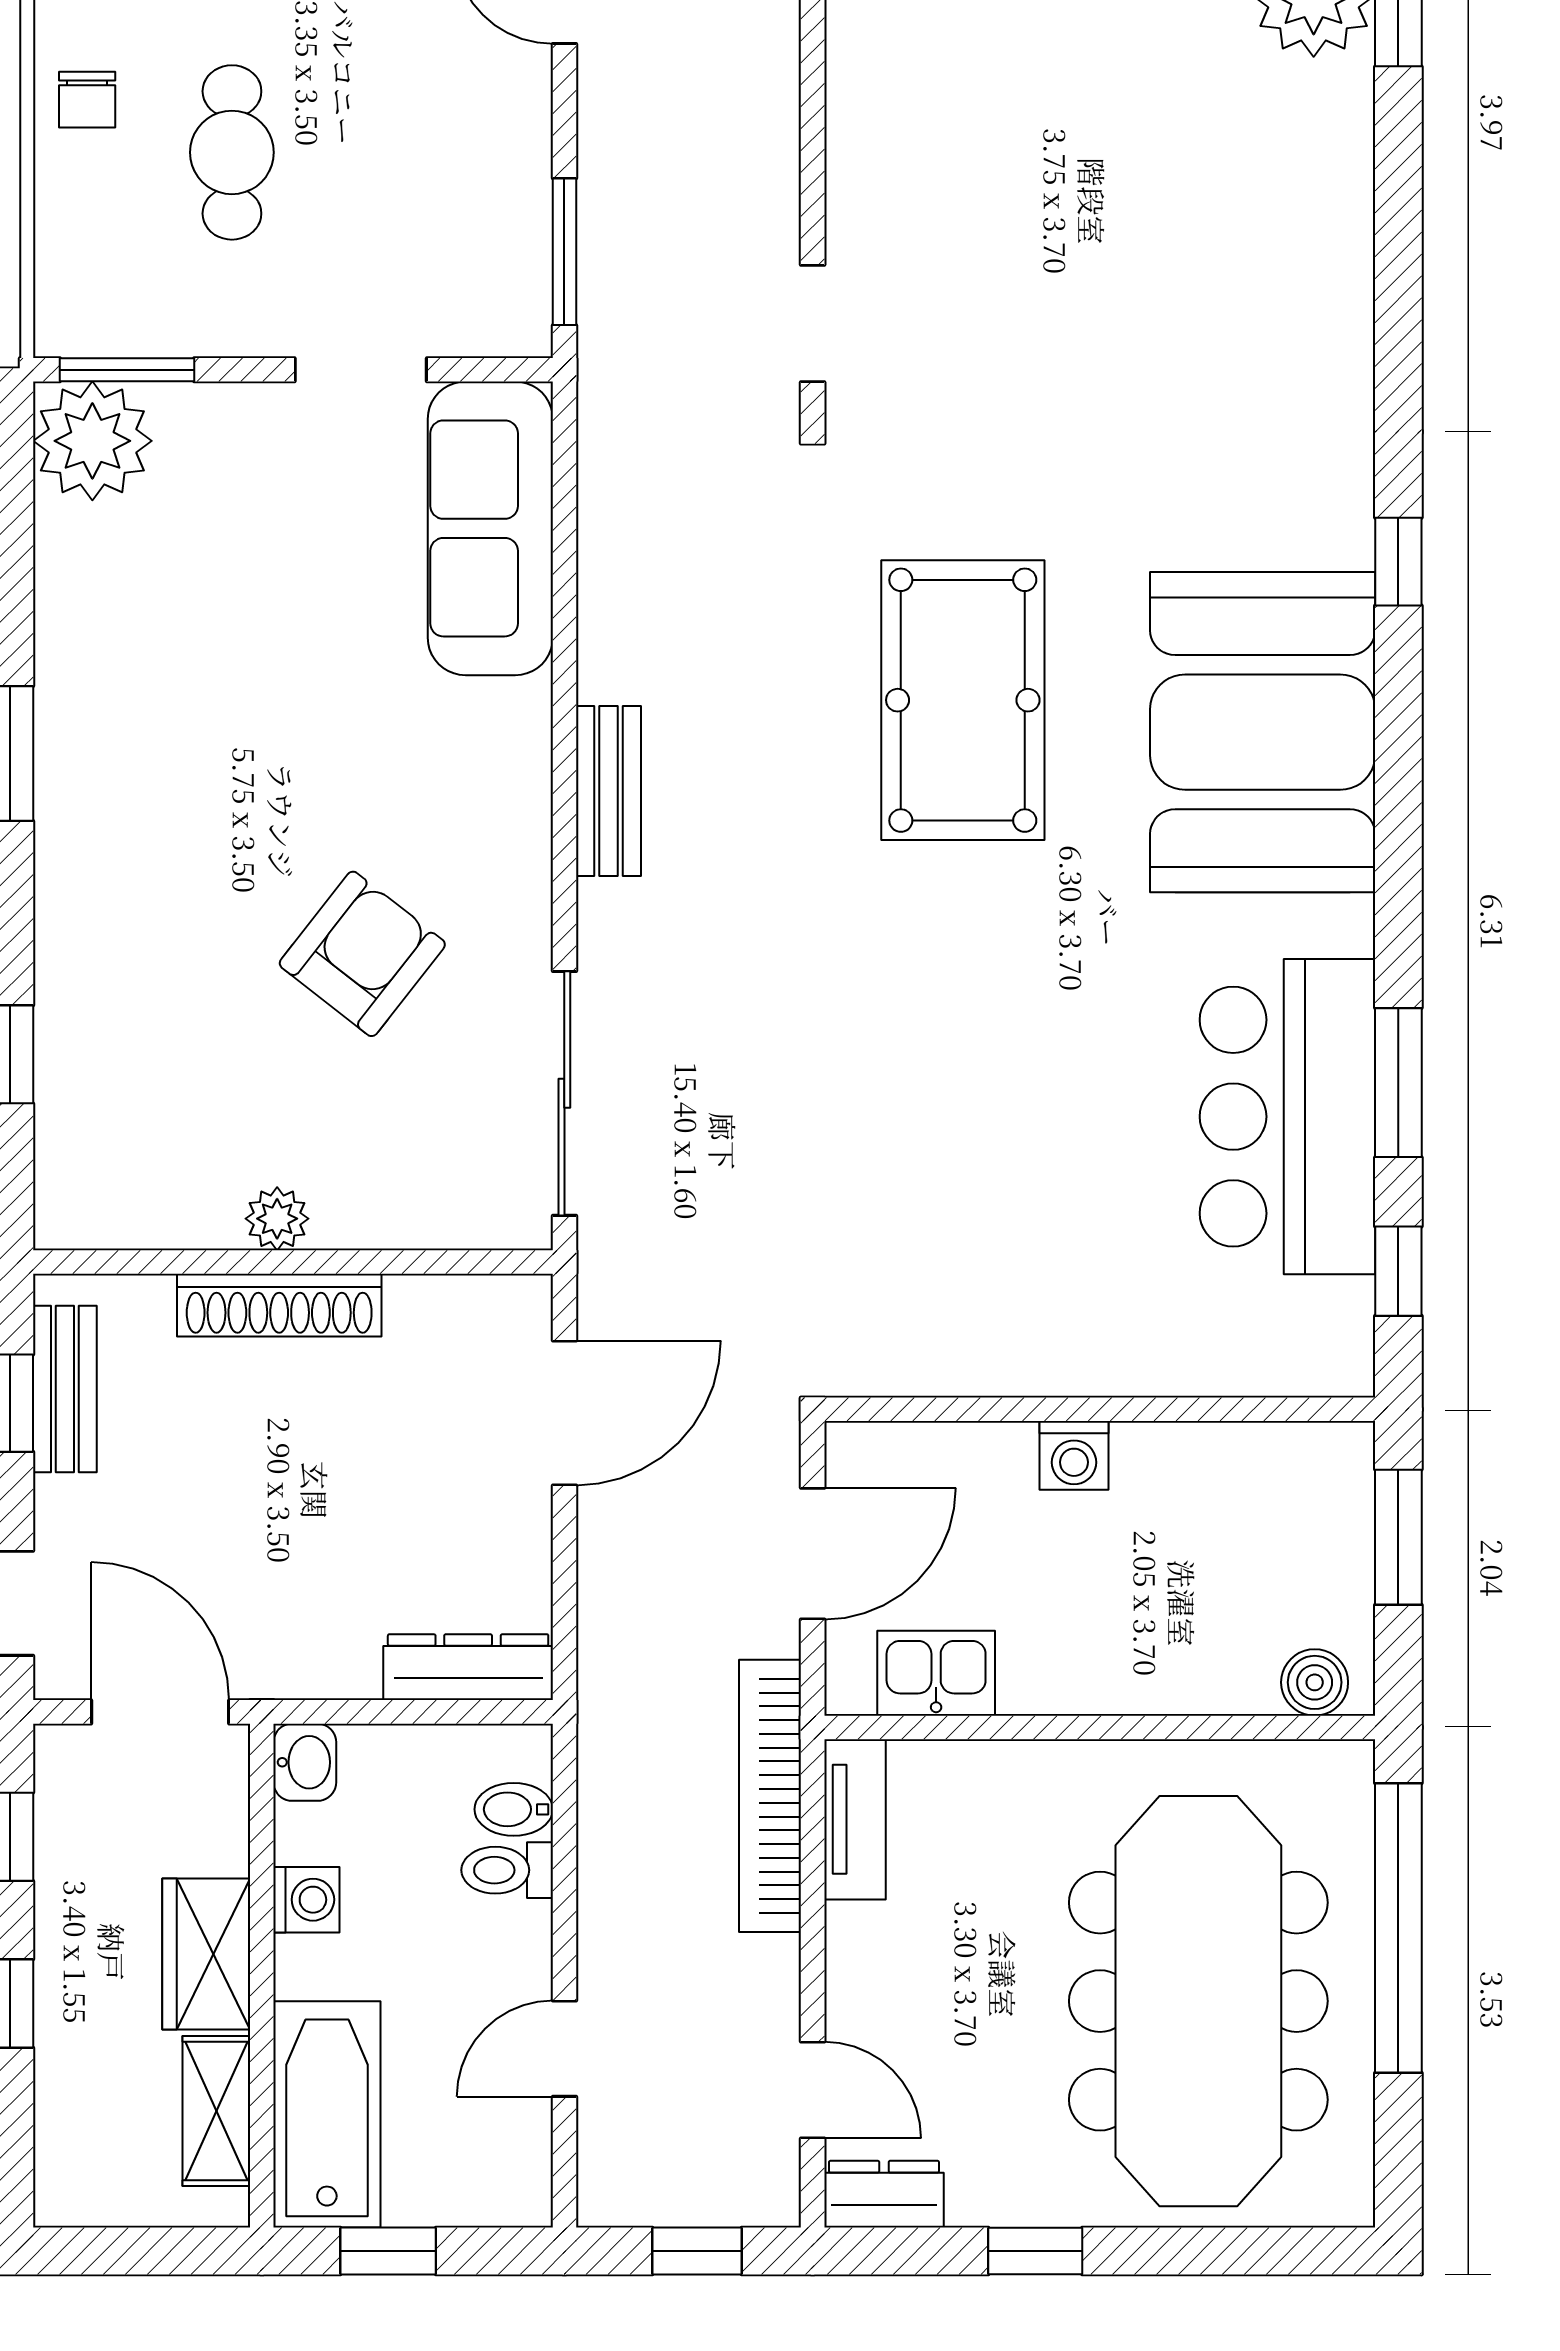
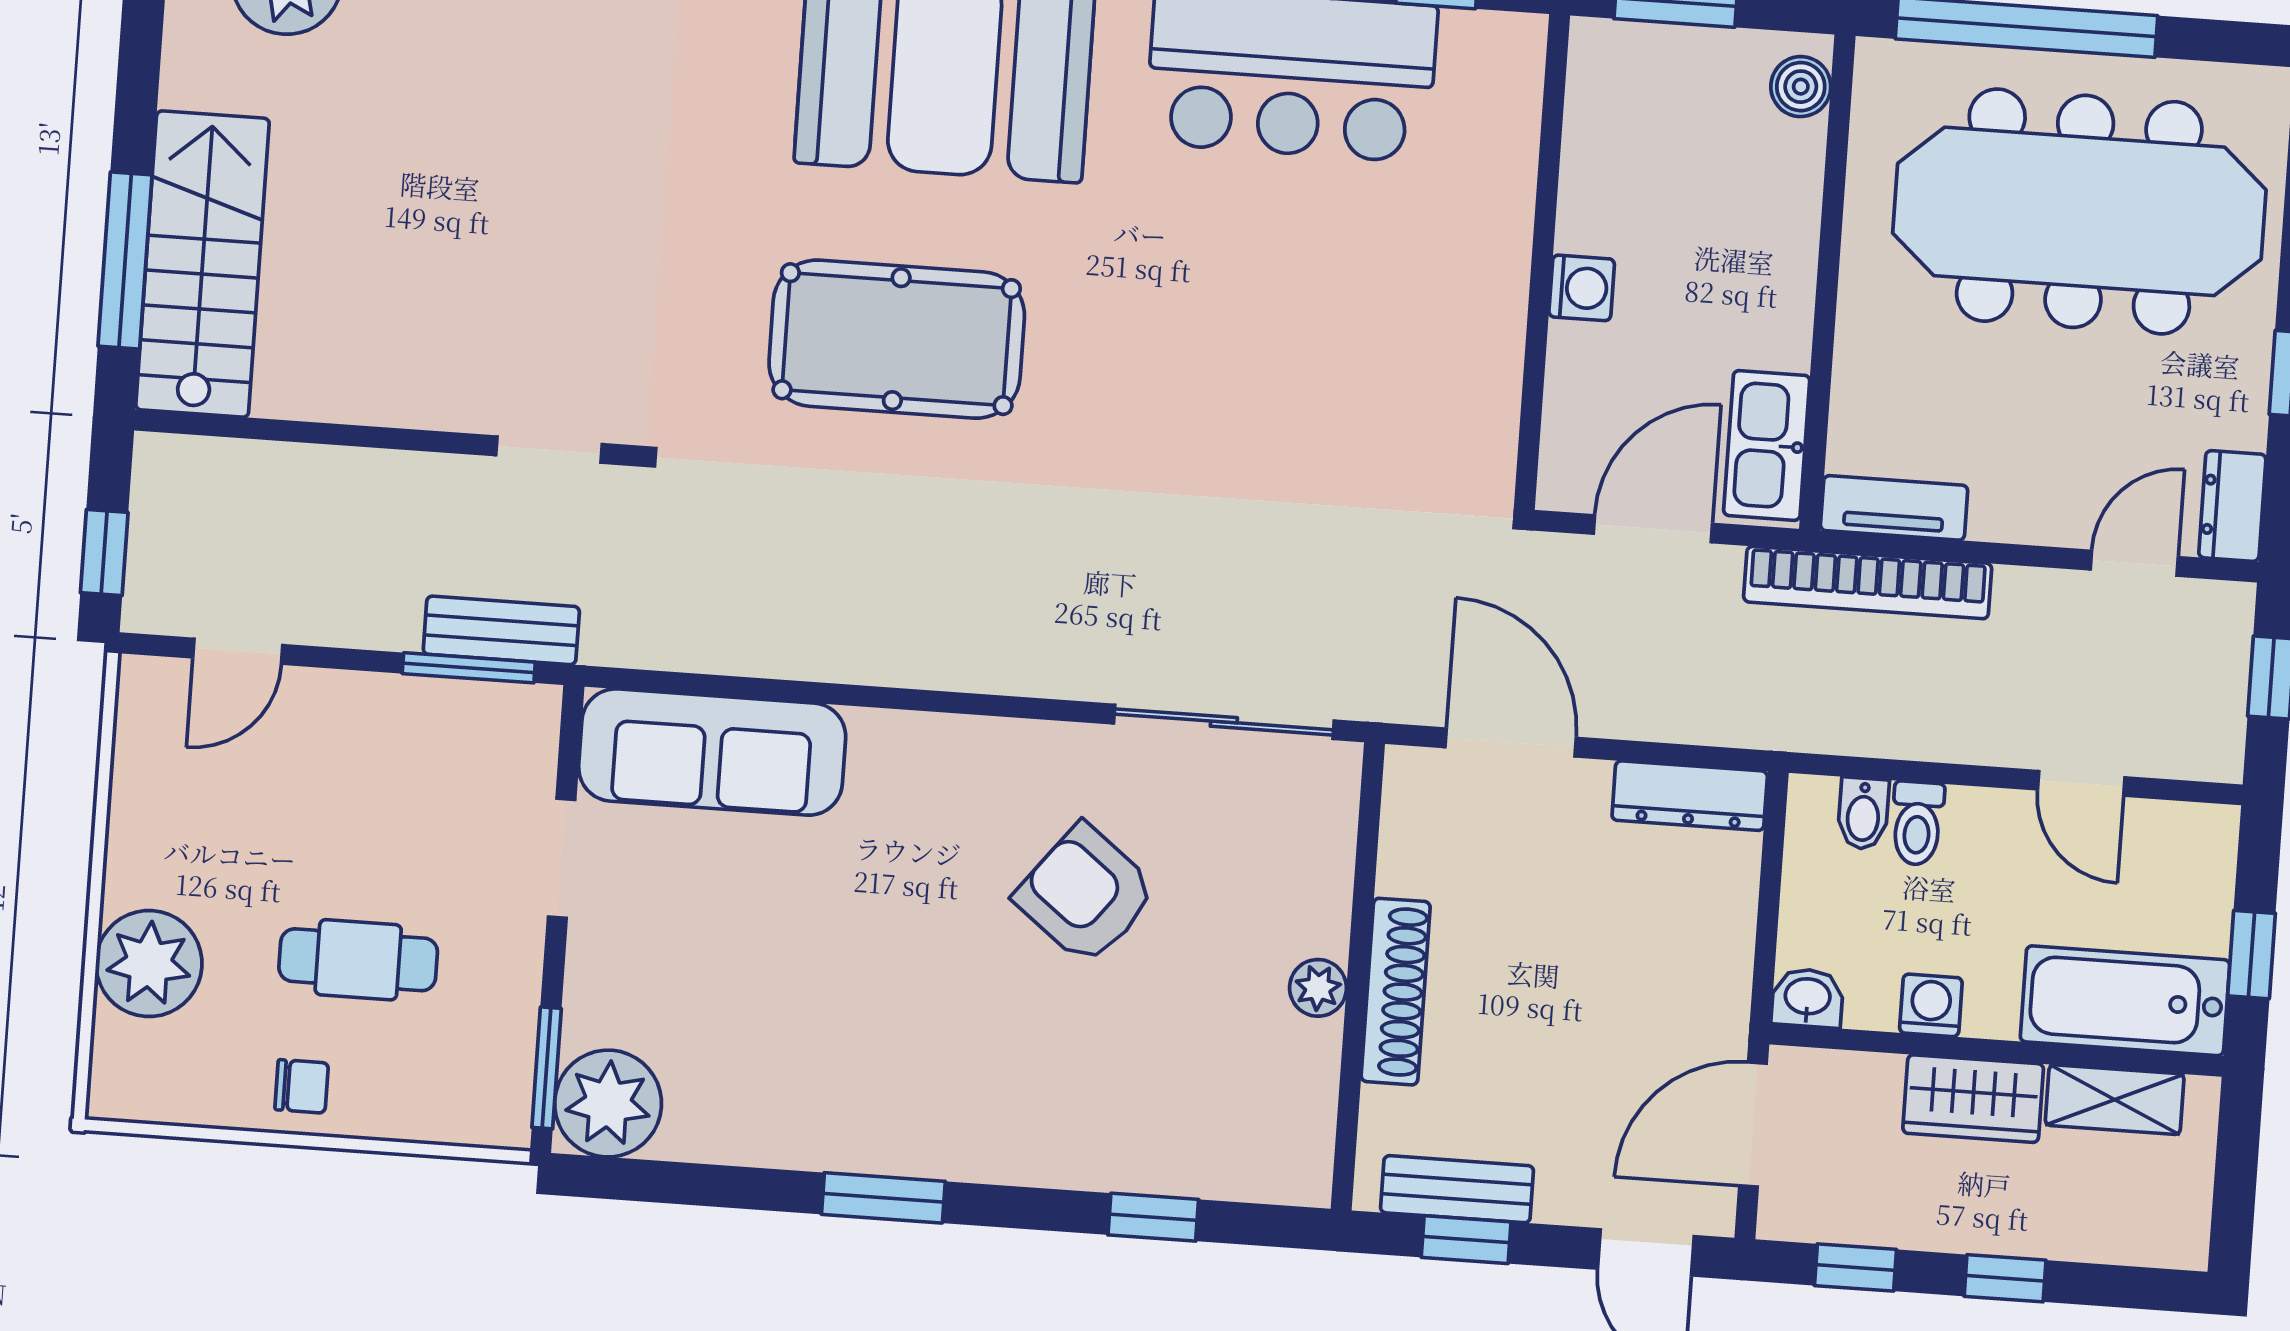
bench: (609, 791) -> (501, 630), moved
door: (813, 1554) -> (1653, 529), hinge flipped
dresser: (468, 1667) -> (1690, 796), moved, turned -90
kitchen sink: (936, 1673) -> (1767, 445), width x1.38

